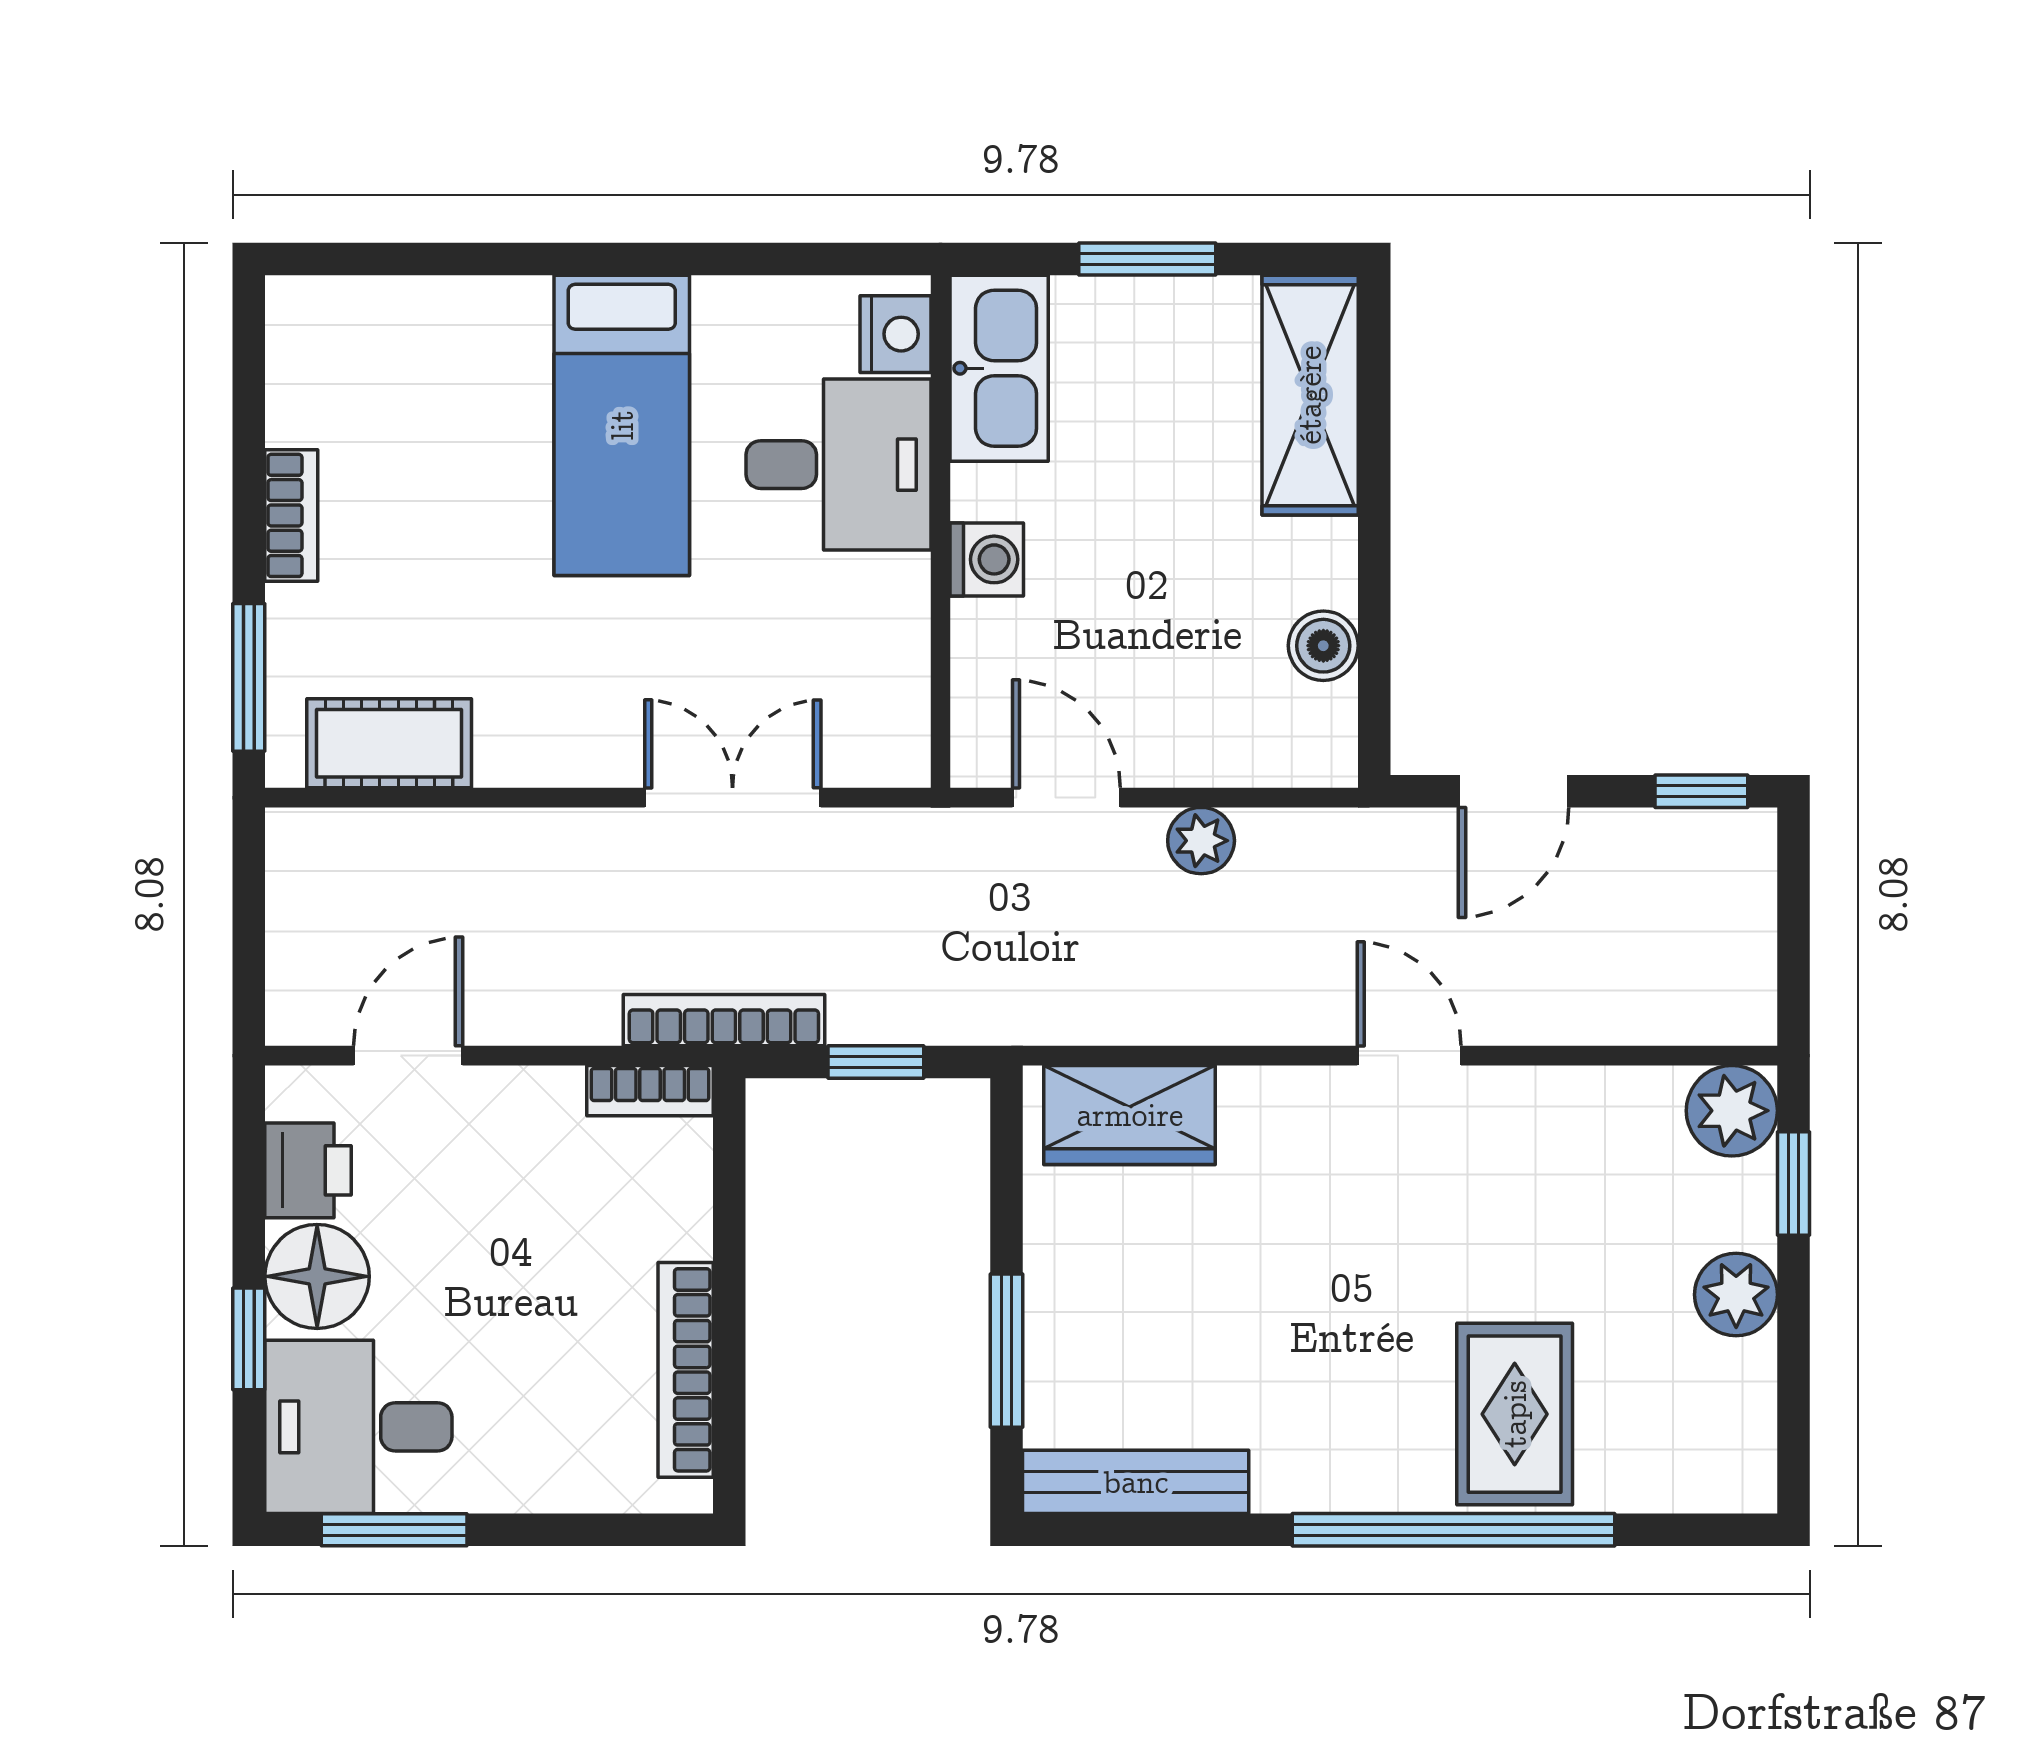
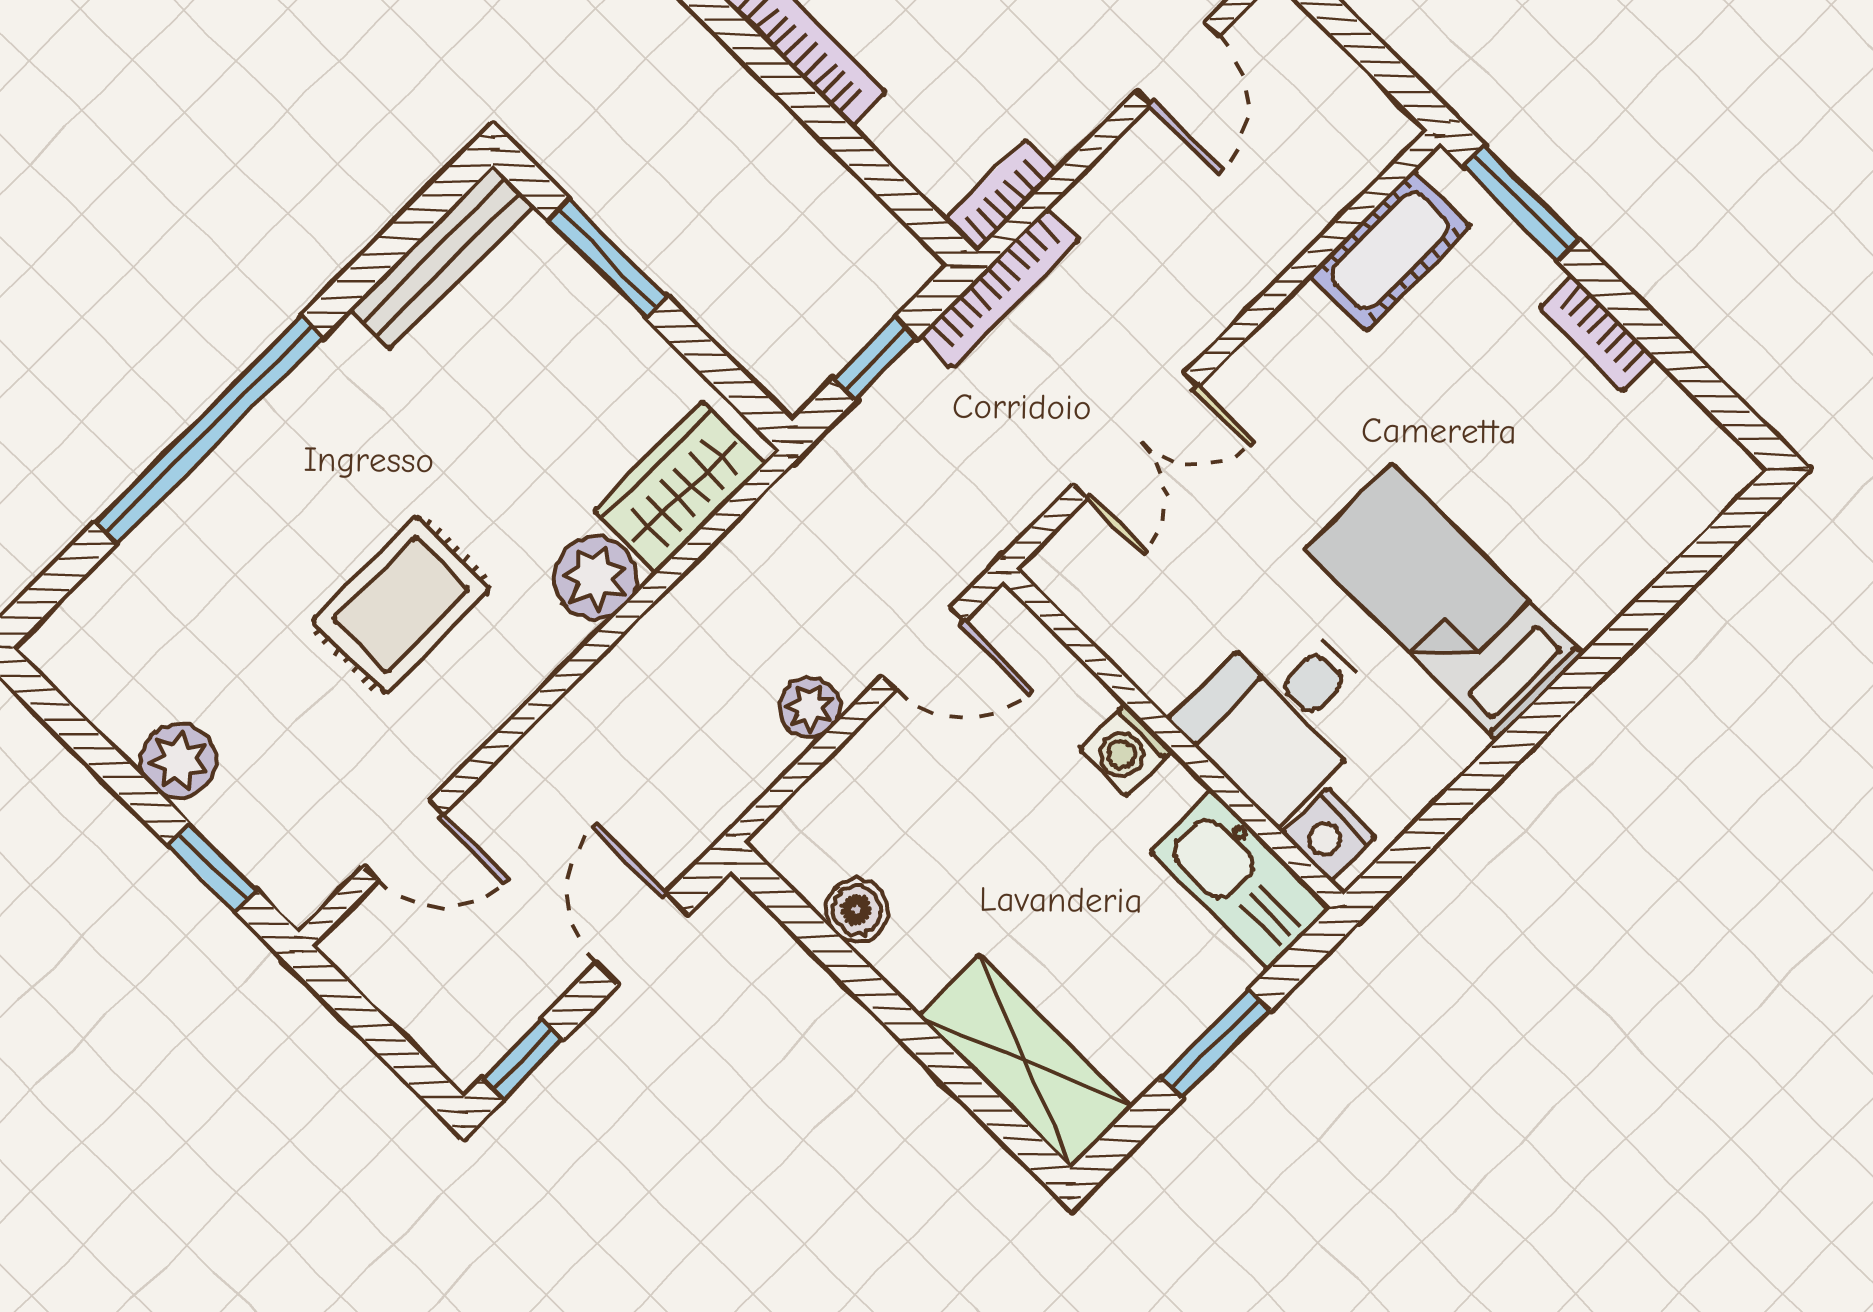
door: (1409, 1056) -> (404, 840), moved
plant: (1732, 1111) -> (595, 578), moved
rug: (1515, 1414) -> (401, 605), moved, turned 90

